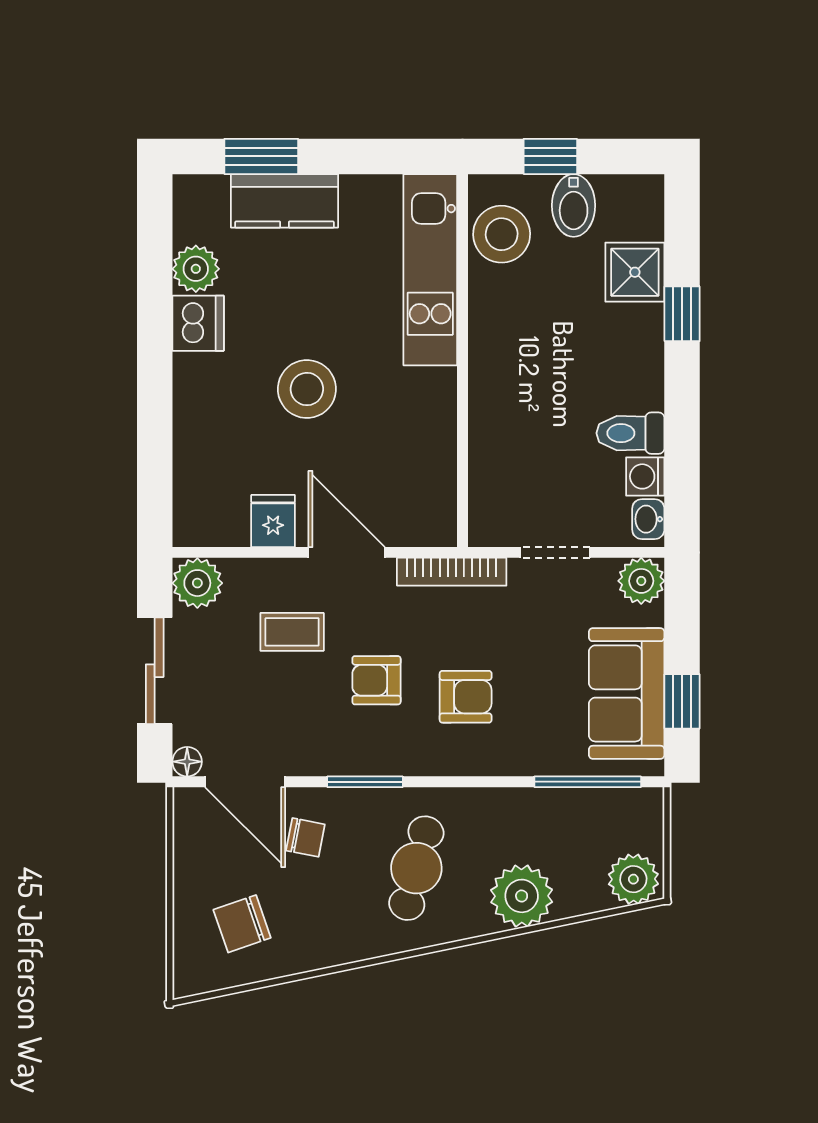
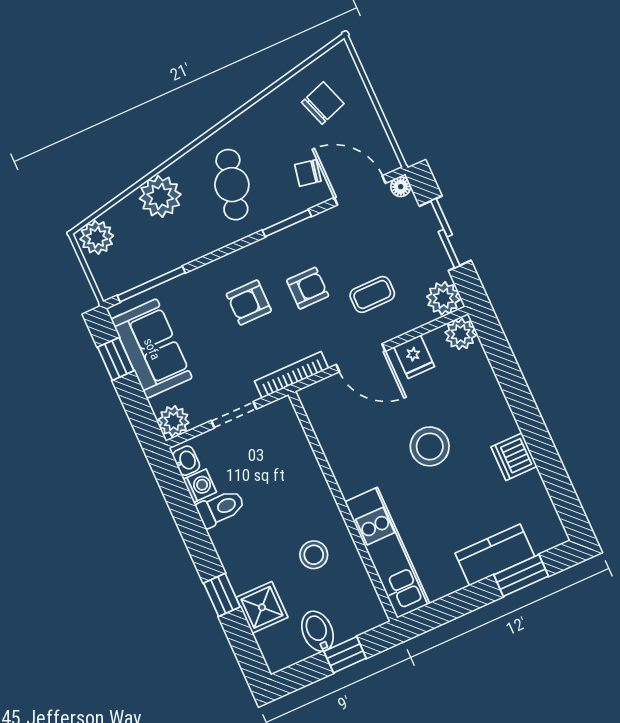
stool: (502, 234) -> (314, 555), moved, width x0.73, depth x0.73
plant: (196, 269) -> (461, 334), moved

